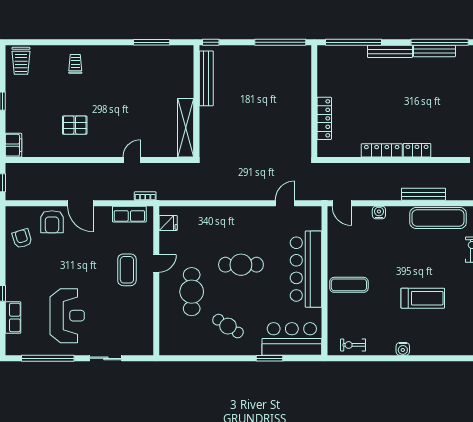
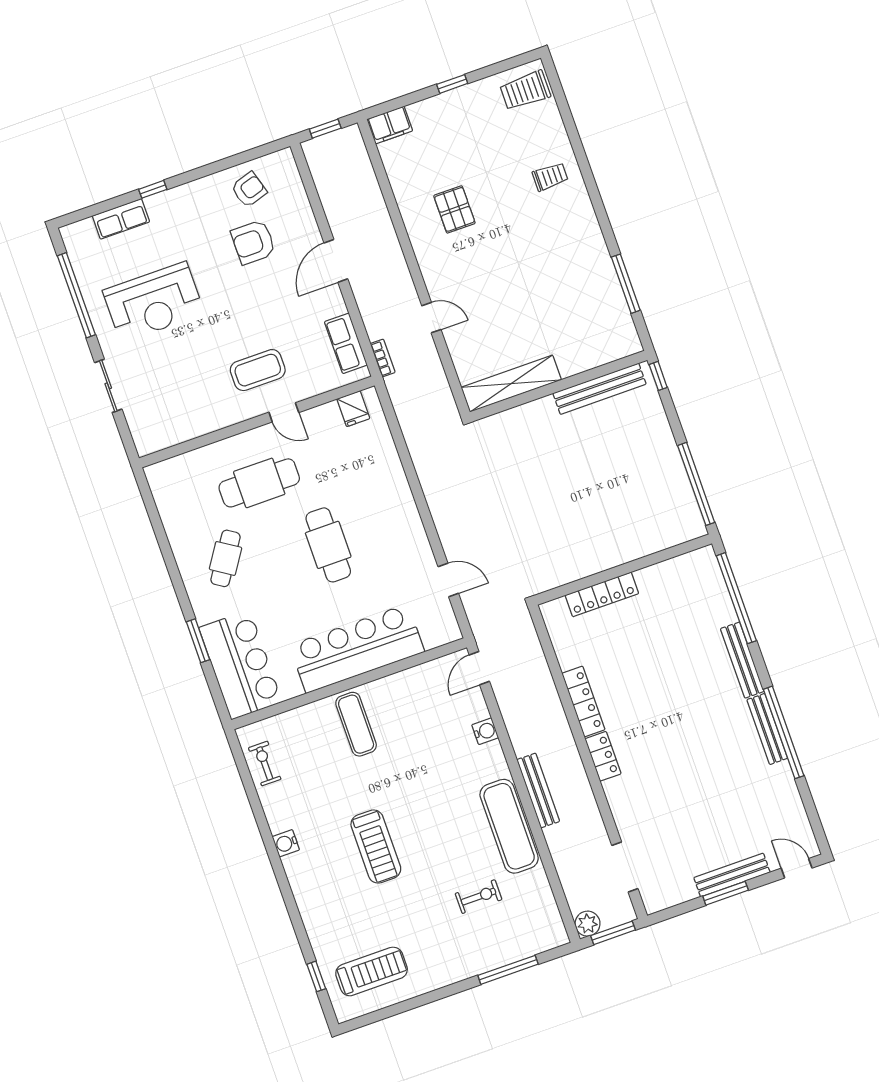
armchair: (52, 222) -> (253, 242), moved

